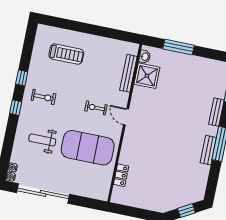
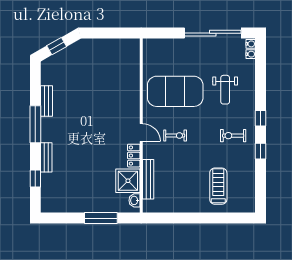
treadmill: (66, 54) -> (218, 186), turned 90
weight bench: (42, 140) -> (225, 90), turned 90
bench: (208, 150) -> (47, 101), moved
locker: (121, 175) -> (134, 156), moved

